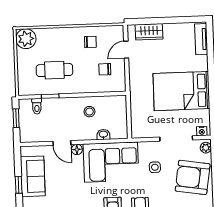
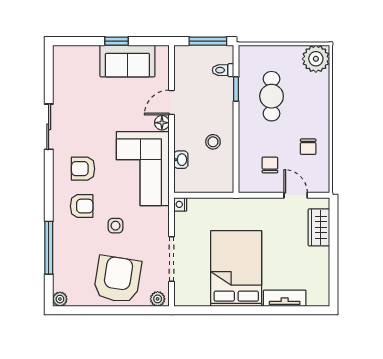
tv unit: (201, 39) -> (285, 298), moved
window: (16, 118) -> (208, 41), width x1.50
nightstand: (202, 131) -> (180, 204), moved
side table: (155, 167) -> (116, 226), moved

